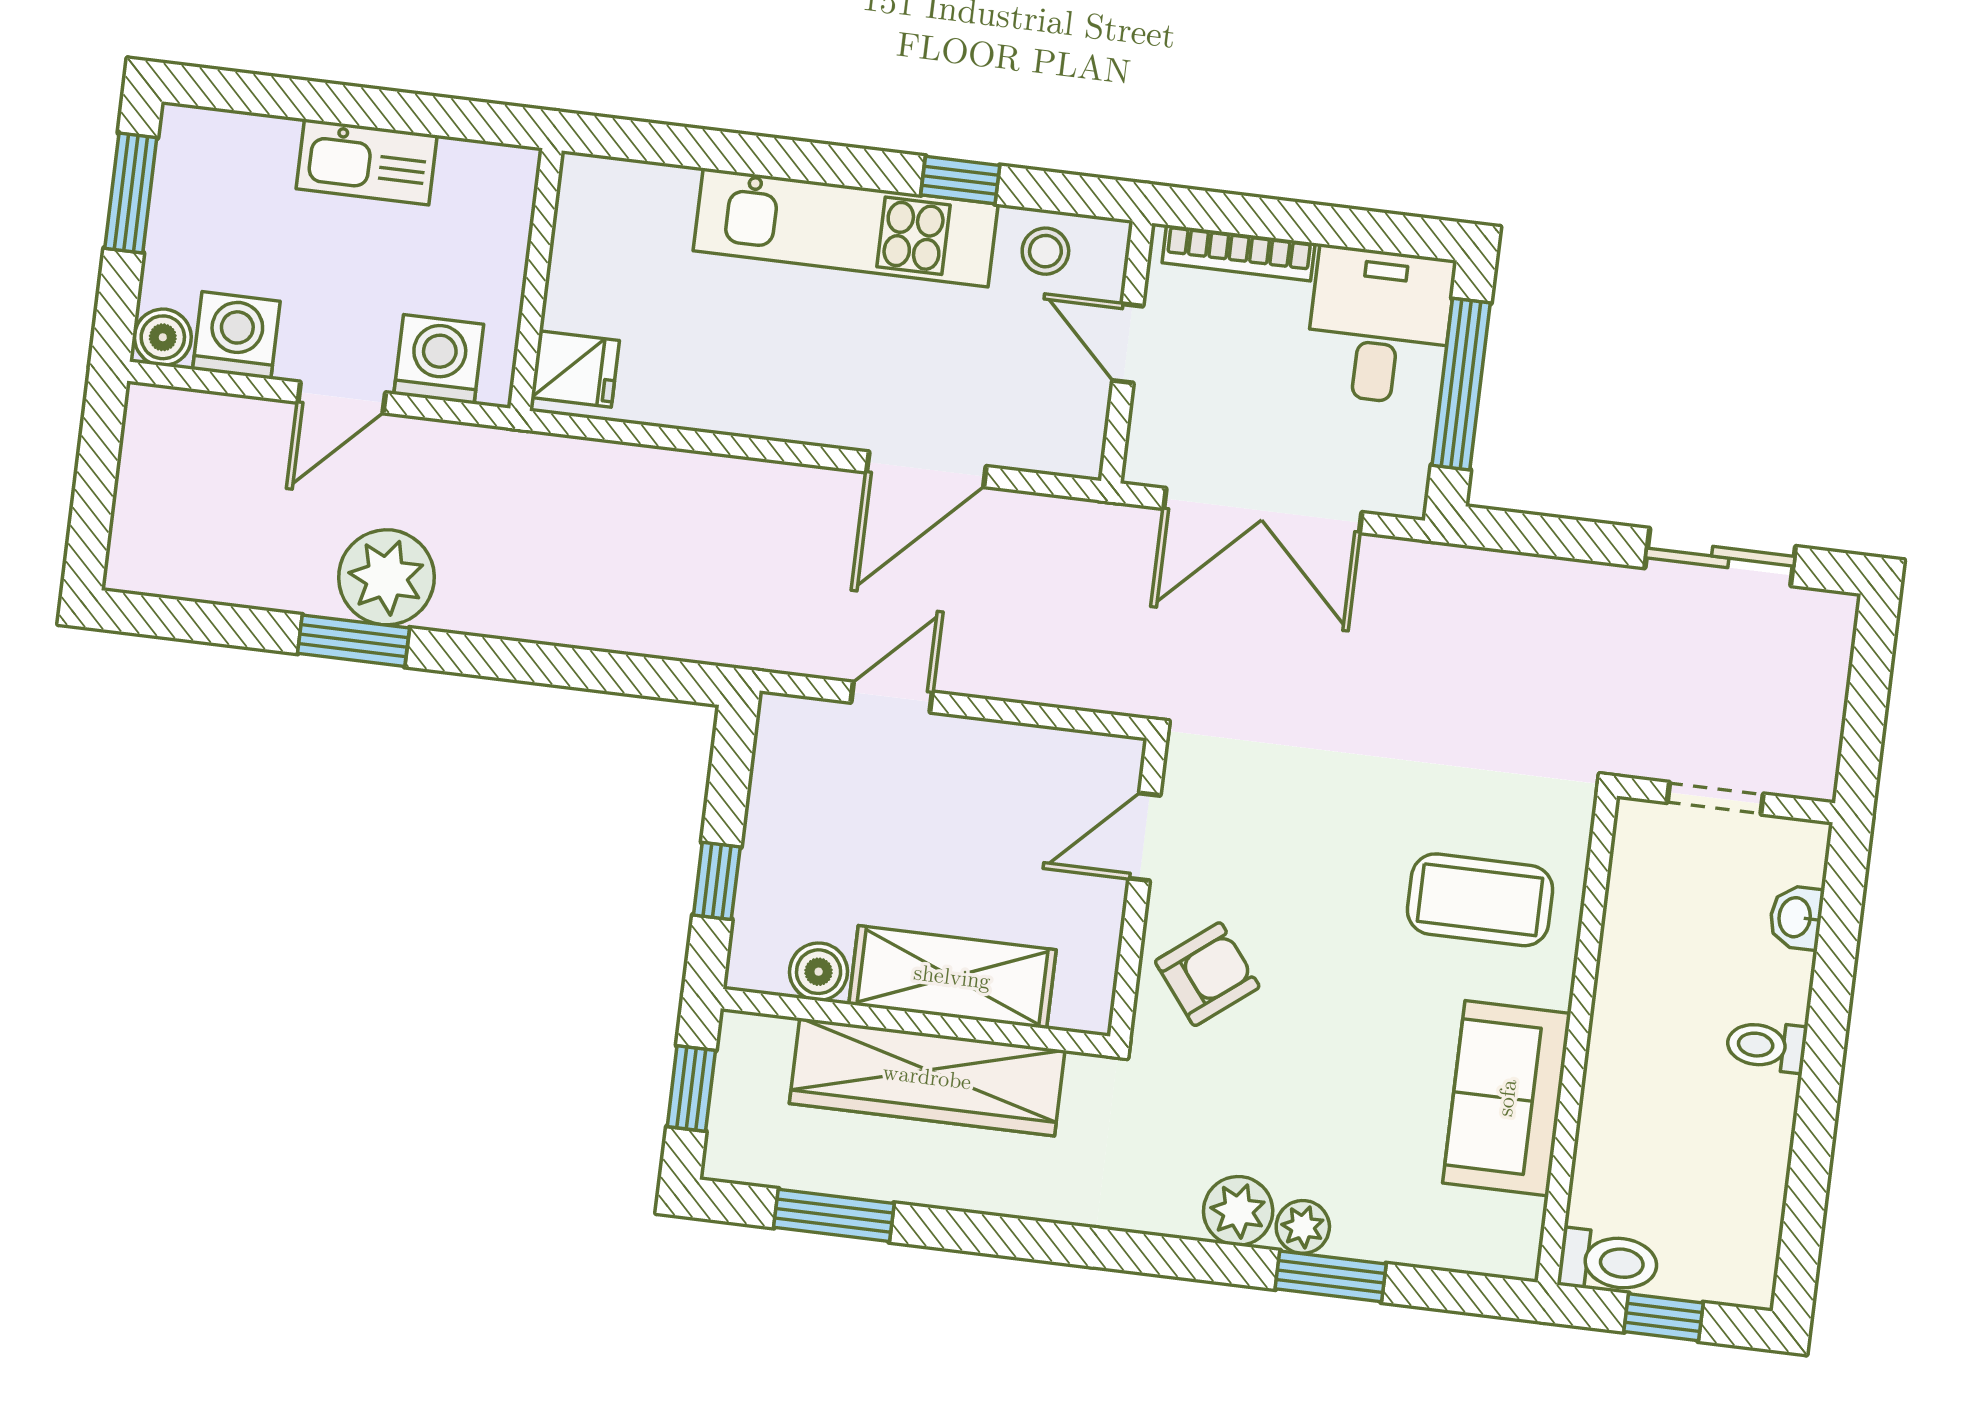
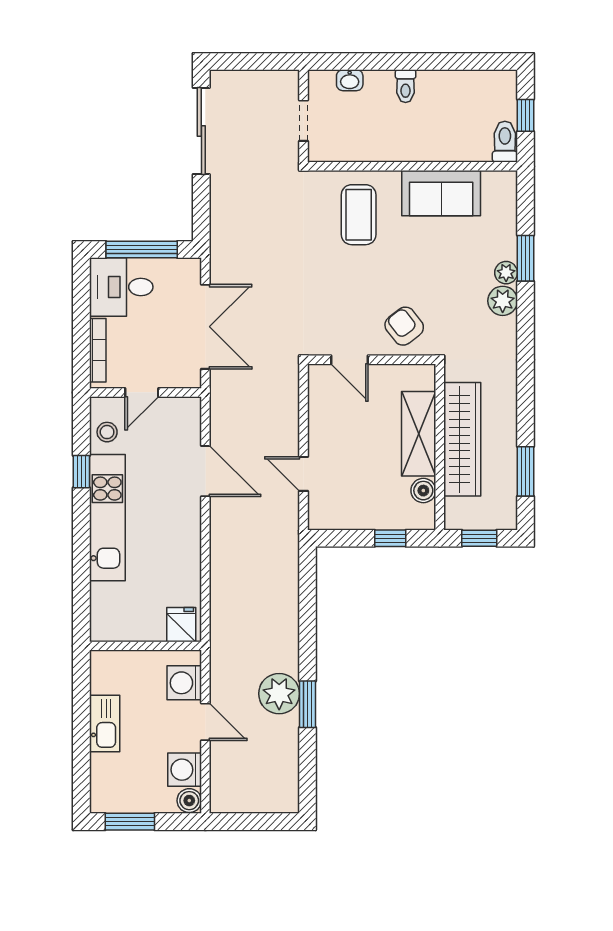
sliding door: (1720, 557) -> (201, 131), width x1.37

